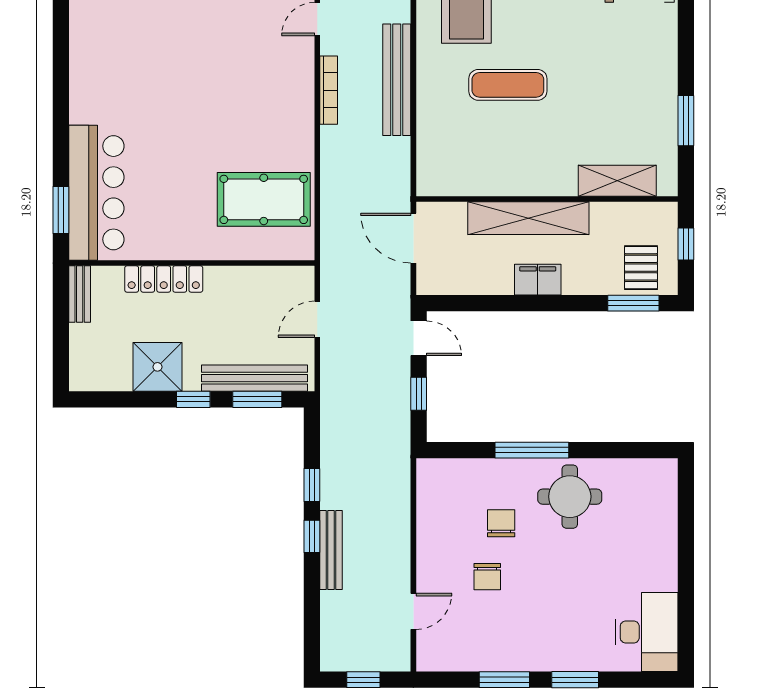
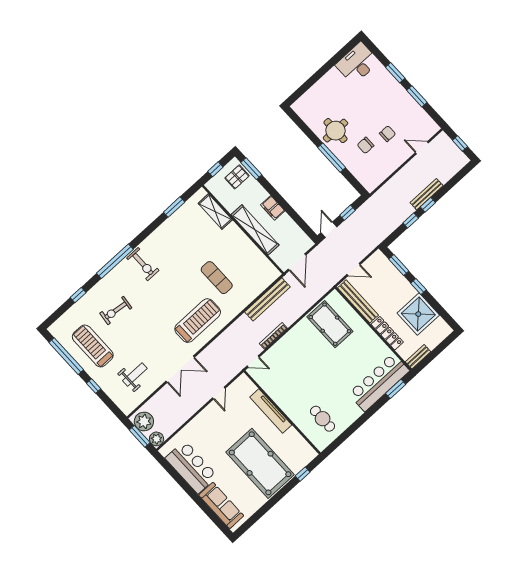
cafe table: (121, 47) -> (323, 419), added
bench: (397, 80) -> (267, 299), moved
shower: (157, 367) -> (418, 314), width x1.37, depth x1.37
bench: (254, 378) -> (358, 301), moved

